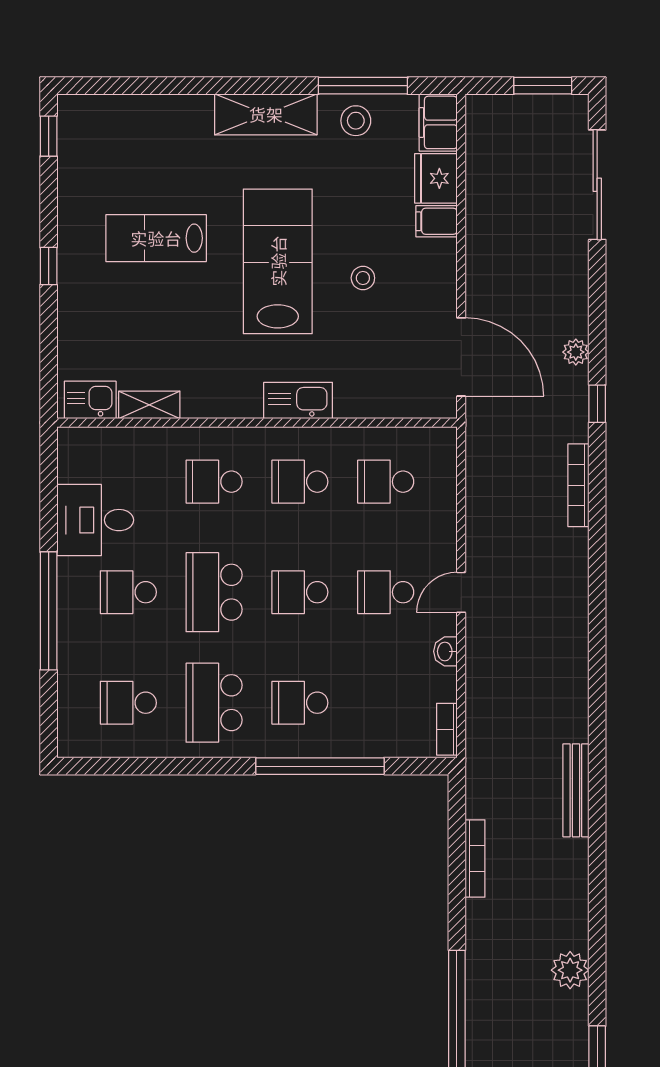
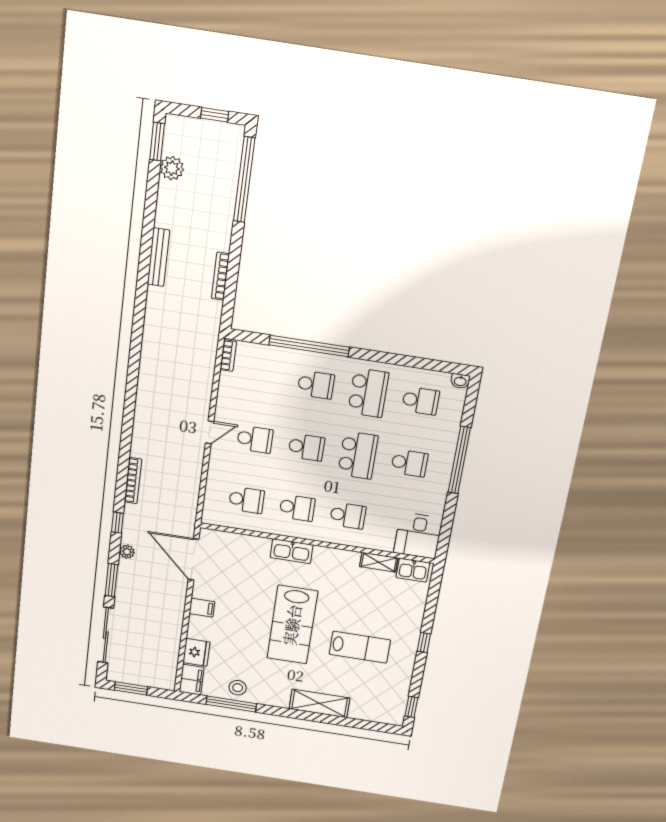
shelving: (266, 114) -> (319, 703), moved
filing cabinet: (437, 221) -> (202, 608), moved
stool: (363, 278) -> (245, 609), removed
window: (597, 294) -> (111, 580), added
desk: (95, 520) -> (418, 536), moved, turned 90
washbasin: (445, 651) -> (460, 381), moved, turned 90
bench: (576, 790) -> (158, 257), moved
plant: (570, 970) -> (172, 168), moved

